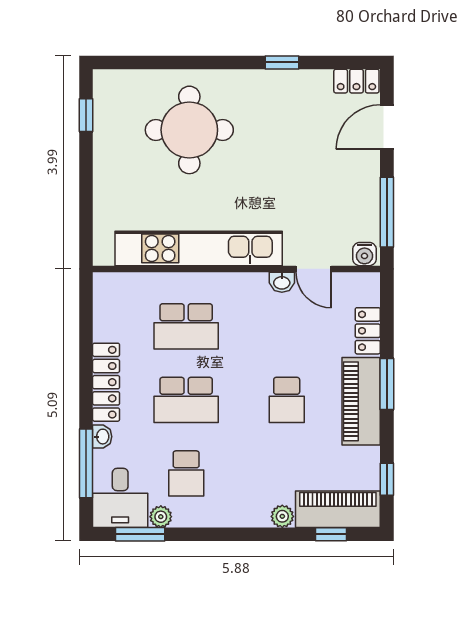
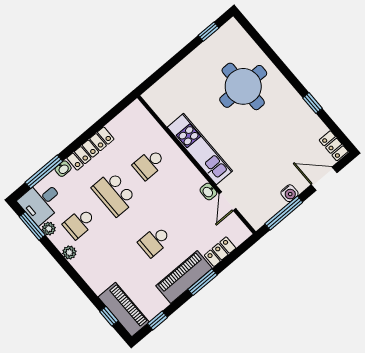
kitchen unit: (199, 248) -> (200, 149), width x0.73
water cooler: (364, 254) -> (289, 193), moved, turned -90
school desk: (186, 326) -> (149, 164), width x0.54
plant: (282, 516) -> (69, 252), moved

